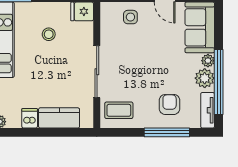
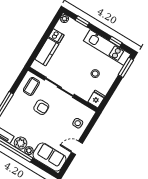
armchair: (170, 104) -> (41, 107), moved

